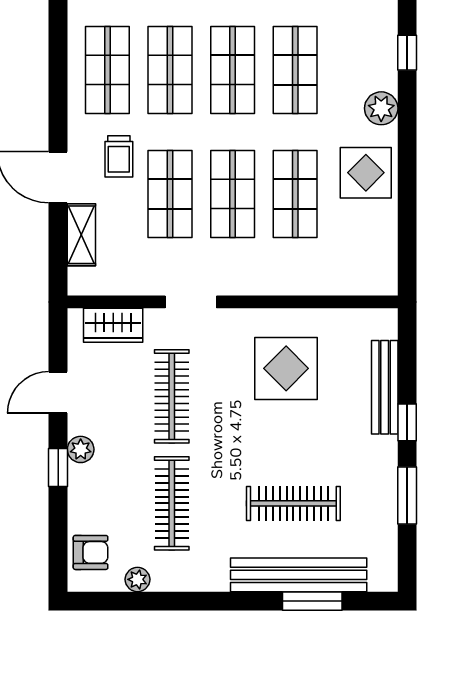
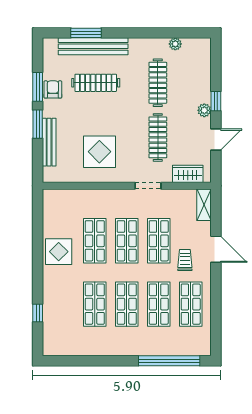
plant: (381, 108) -> (51, 285), removed
shelving: (81, 235) -> (204, 205), moved
window: (407, 422) -> (38, 124), width x1.50
armchair: (91, 552) -> (53, 89), moved, turned 90

